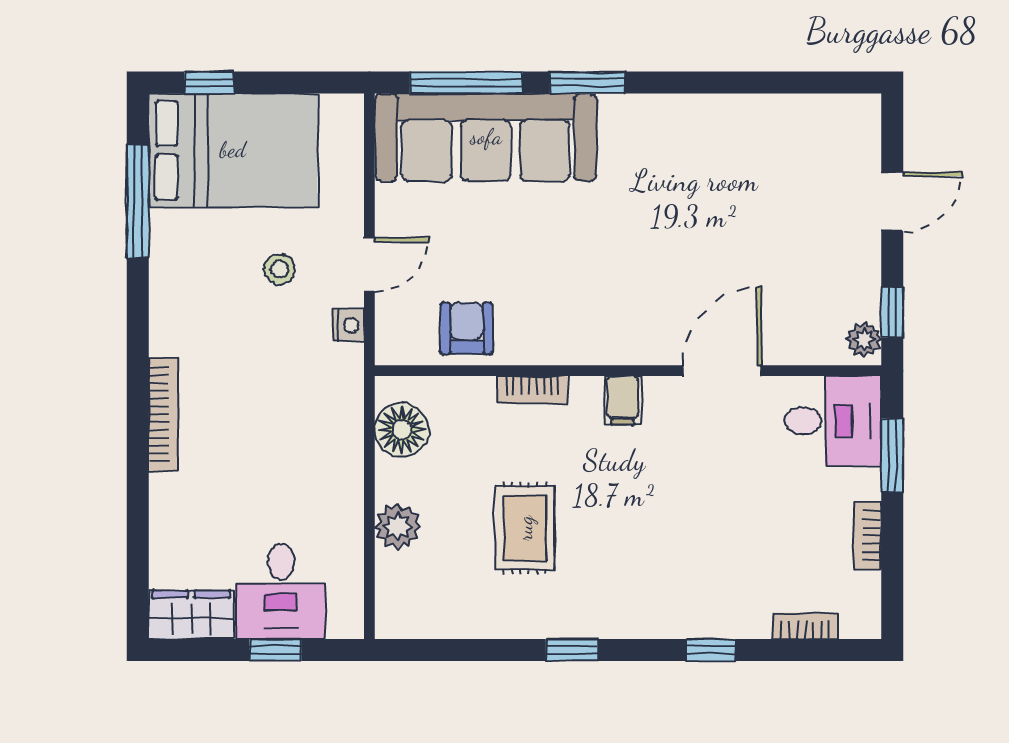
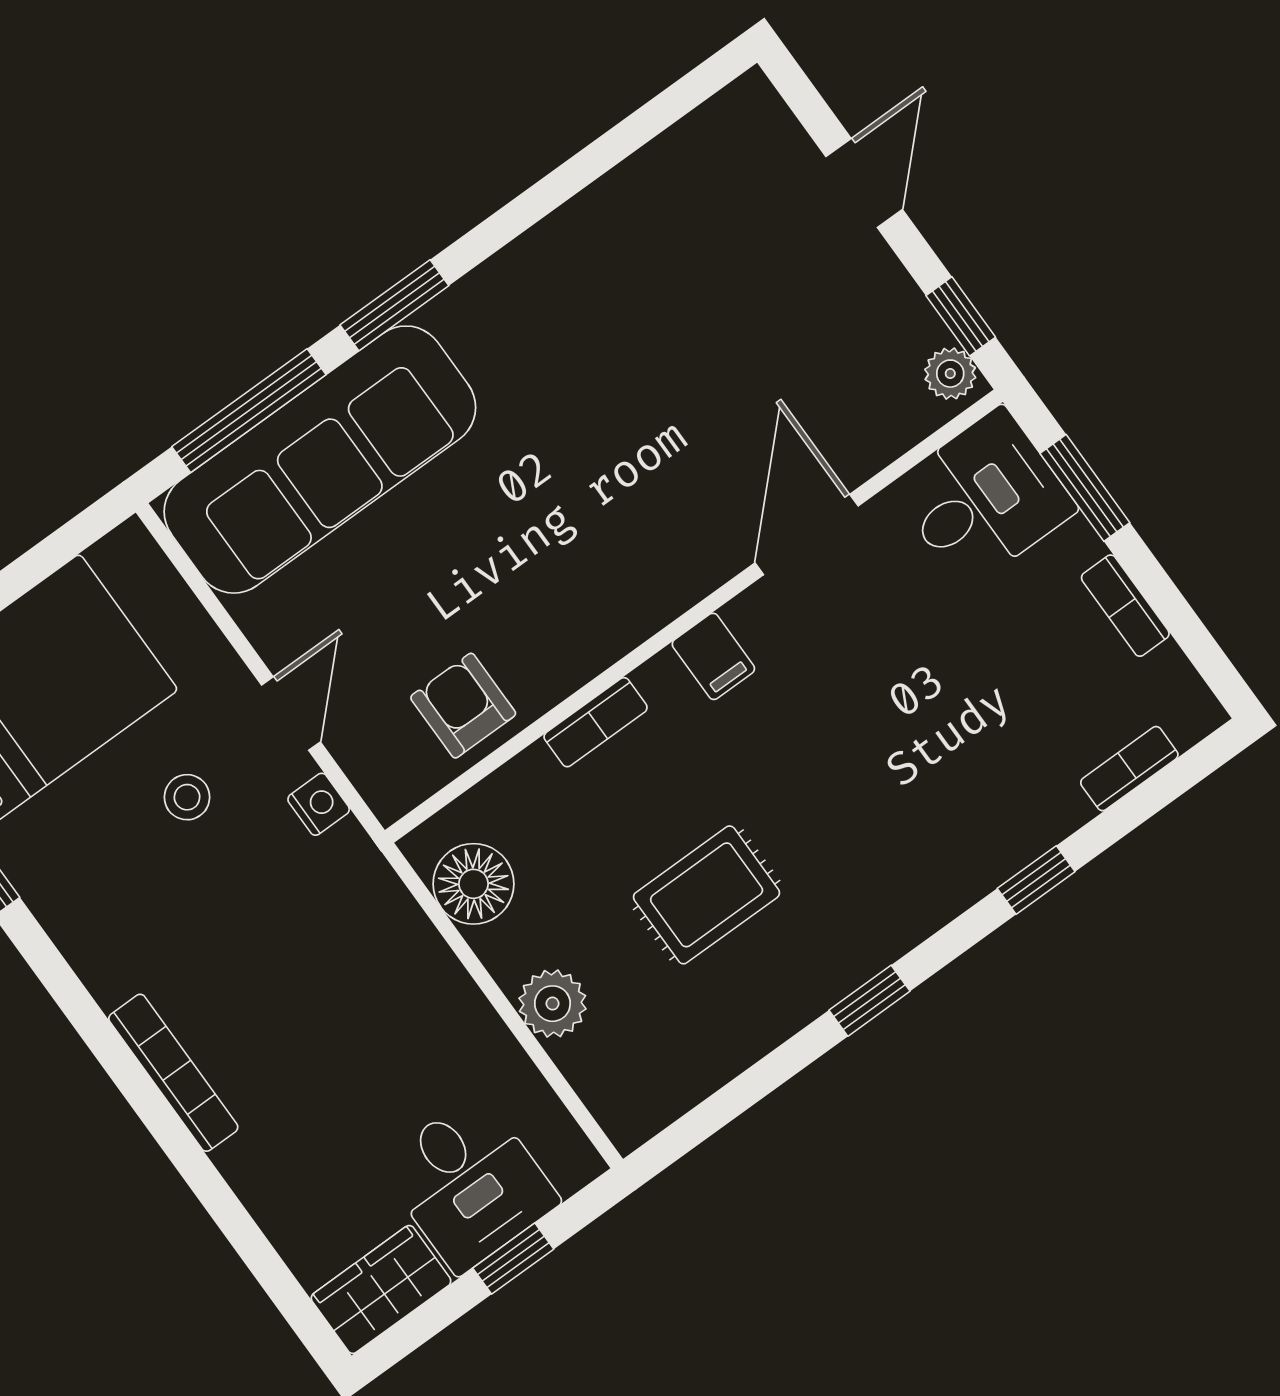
rug: (525, 528) -> (707, 895), turned 90

